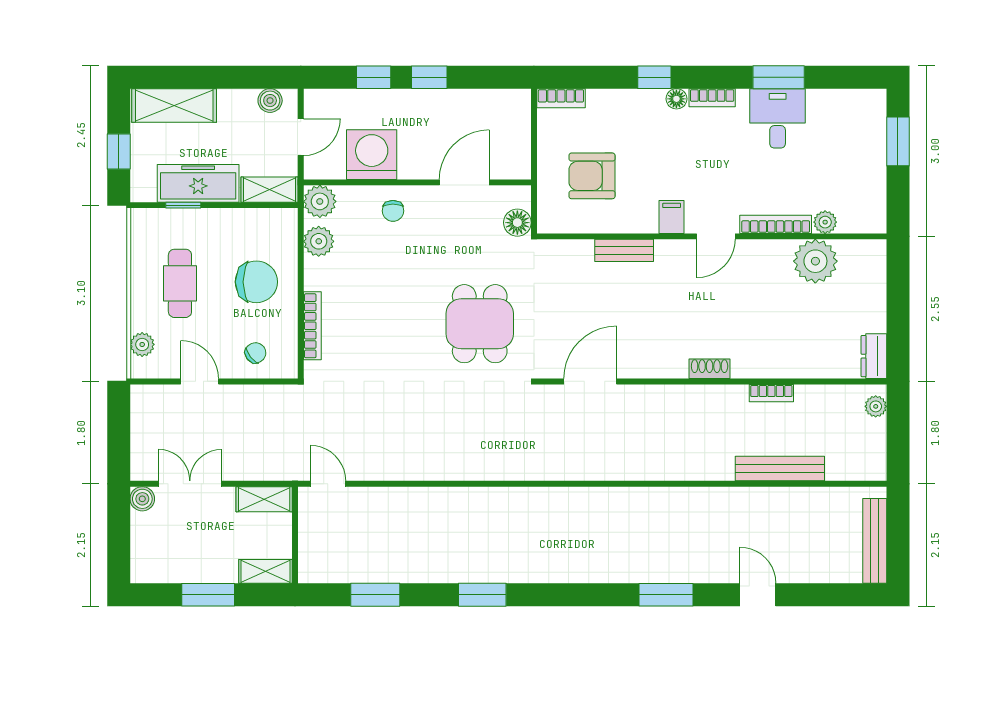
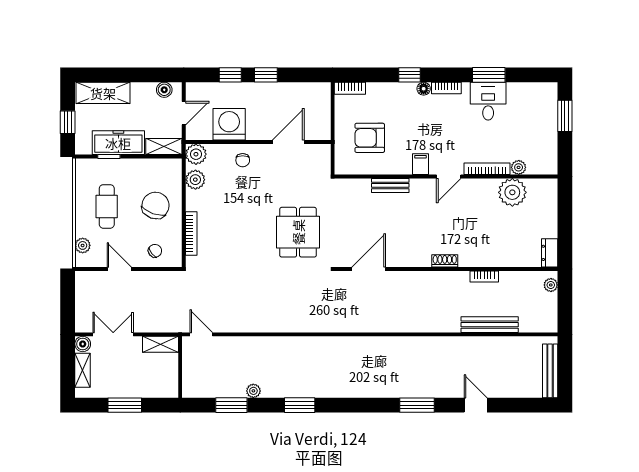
floor lamp: (517, 223) -> (322, 168), removed
chair: (256, 282) -> (156, 205), turned -70
shelving: (265, 571) -> (83, 370), moved, turned 90
plant: (410, 572) -> (253, 391), added

